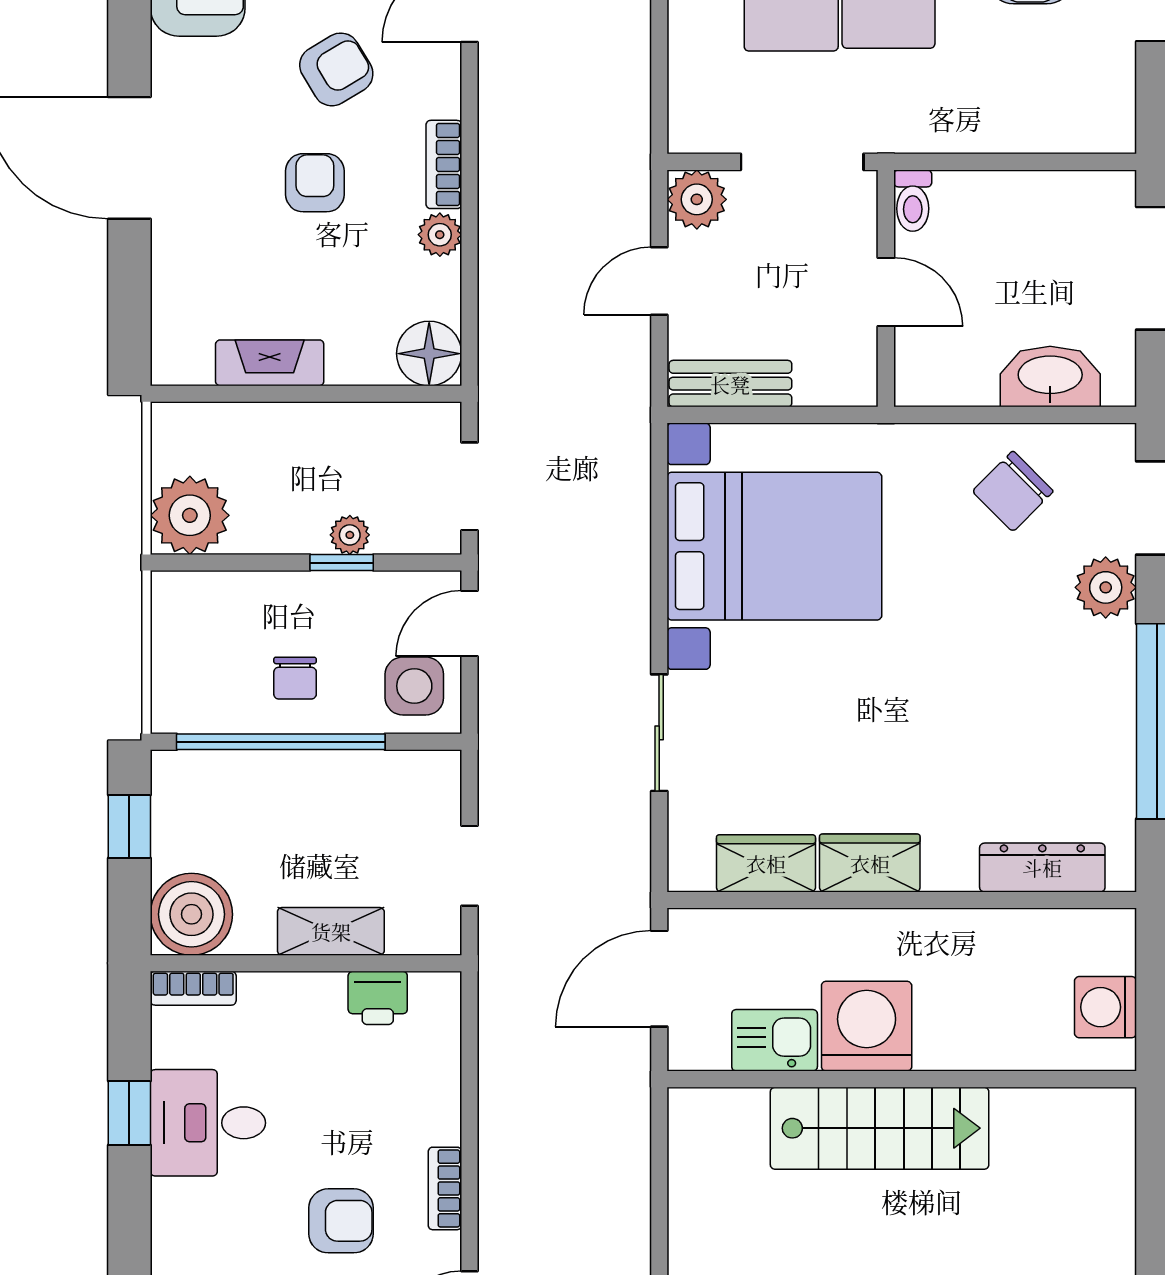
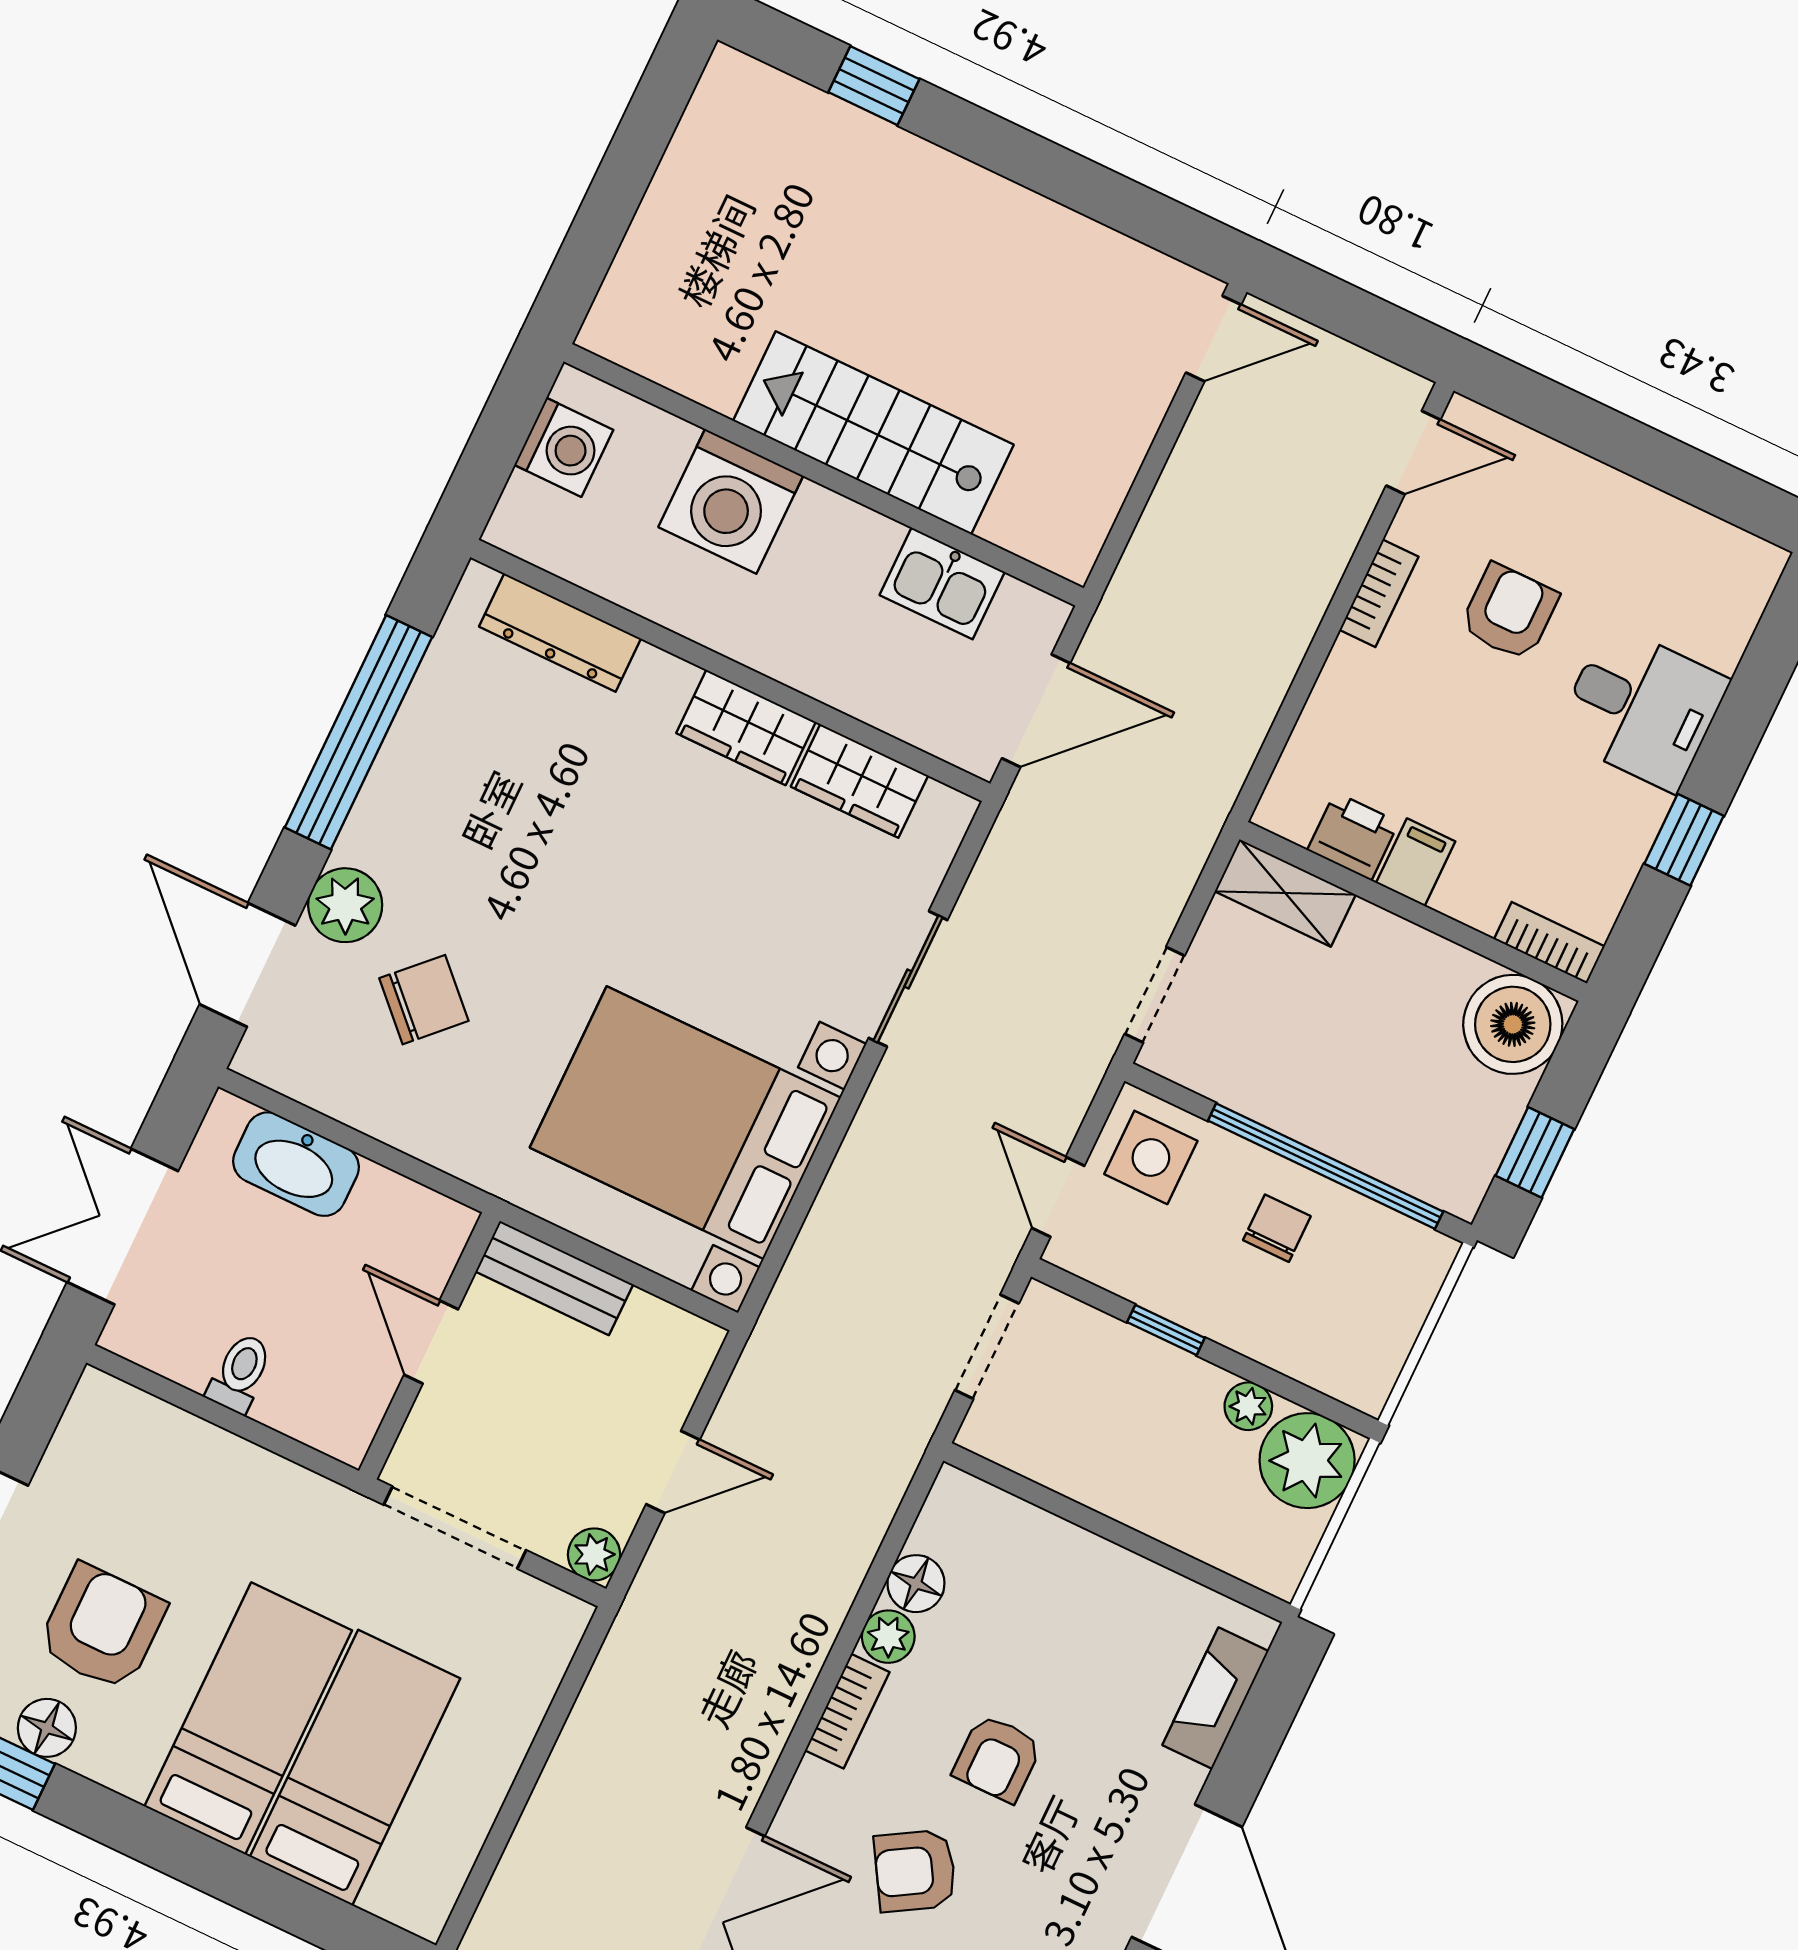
plant: (697, 199) -> (594, 1554), width x0.73, depth x0.73
toilet: (913, 201) -> (240, 1373), moved
floor lamp: (429, 354) -> (916, 1584), moved, width x0.73, depth x0.73
fireplace: (270, 363) -> (1215, 1698), moved, turned 90
bench: (730, 384) -> (554, 1278), moved
chair: (1013, 491) -> (424, 1000), moved
plant: (350, 535) -> (1248, 1406), moved
door: (469, 624) -> (1058, 1197), swing flipped
doorway: (469, 866) -> (1155, 995), moved
shelving: (331, 931) -> (1285, 893), moved
filing cabinet: (322, 1001) -> (1416, 862), added
washing machine: (867, 1026) -> (731, 501), moved
desk: (208, 1123) -> (1642, 708), moved
armchair: (341, 1221) -> (1509, 612), turned 90

